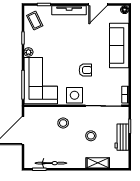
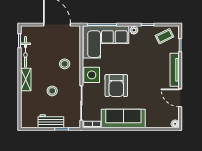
sofa: (119, 45) -> (123, 118), moved
armchair: (85, 70) -> (116, 86), width x1.88, depth x1.88
shelving: (98, 163) -> (26, 79), moved

